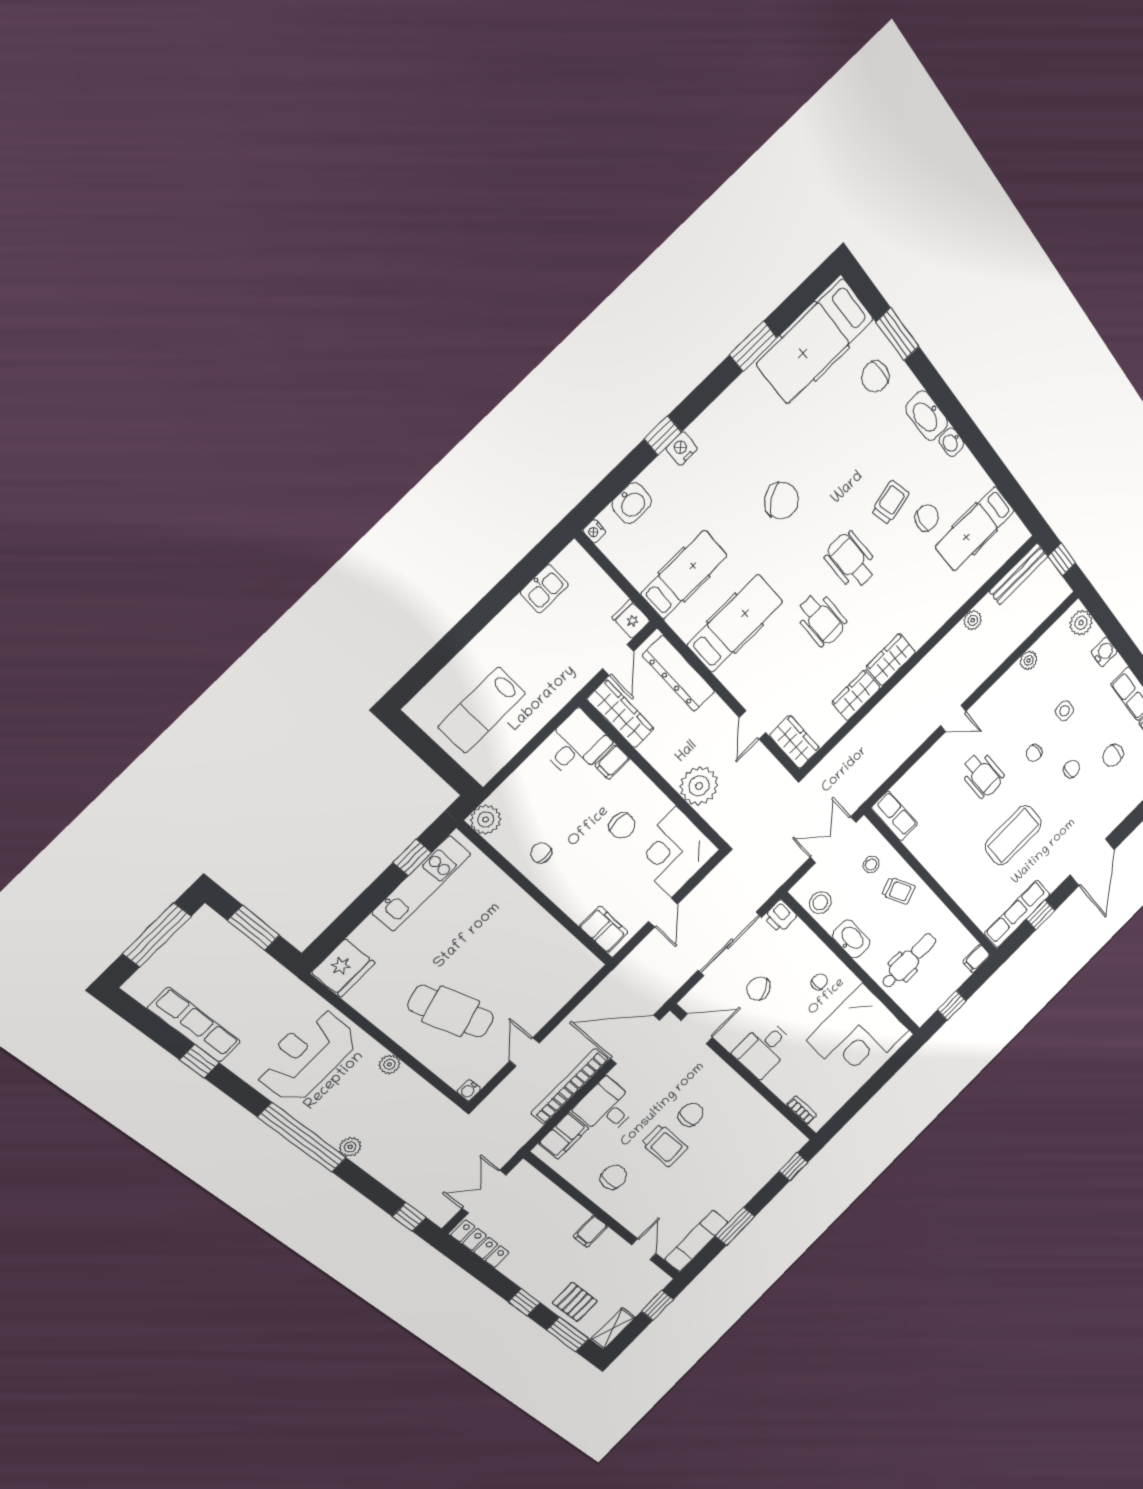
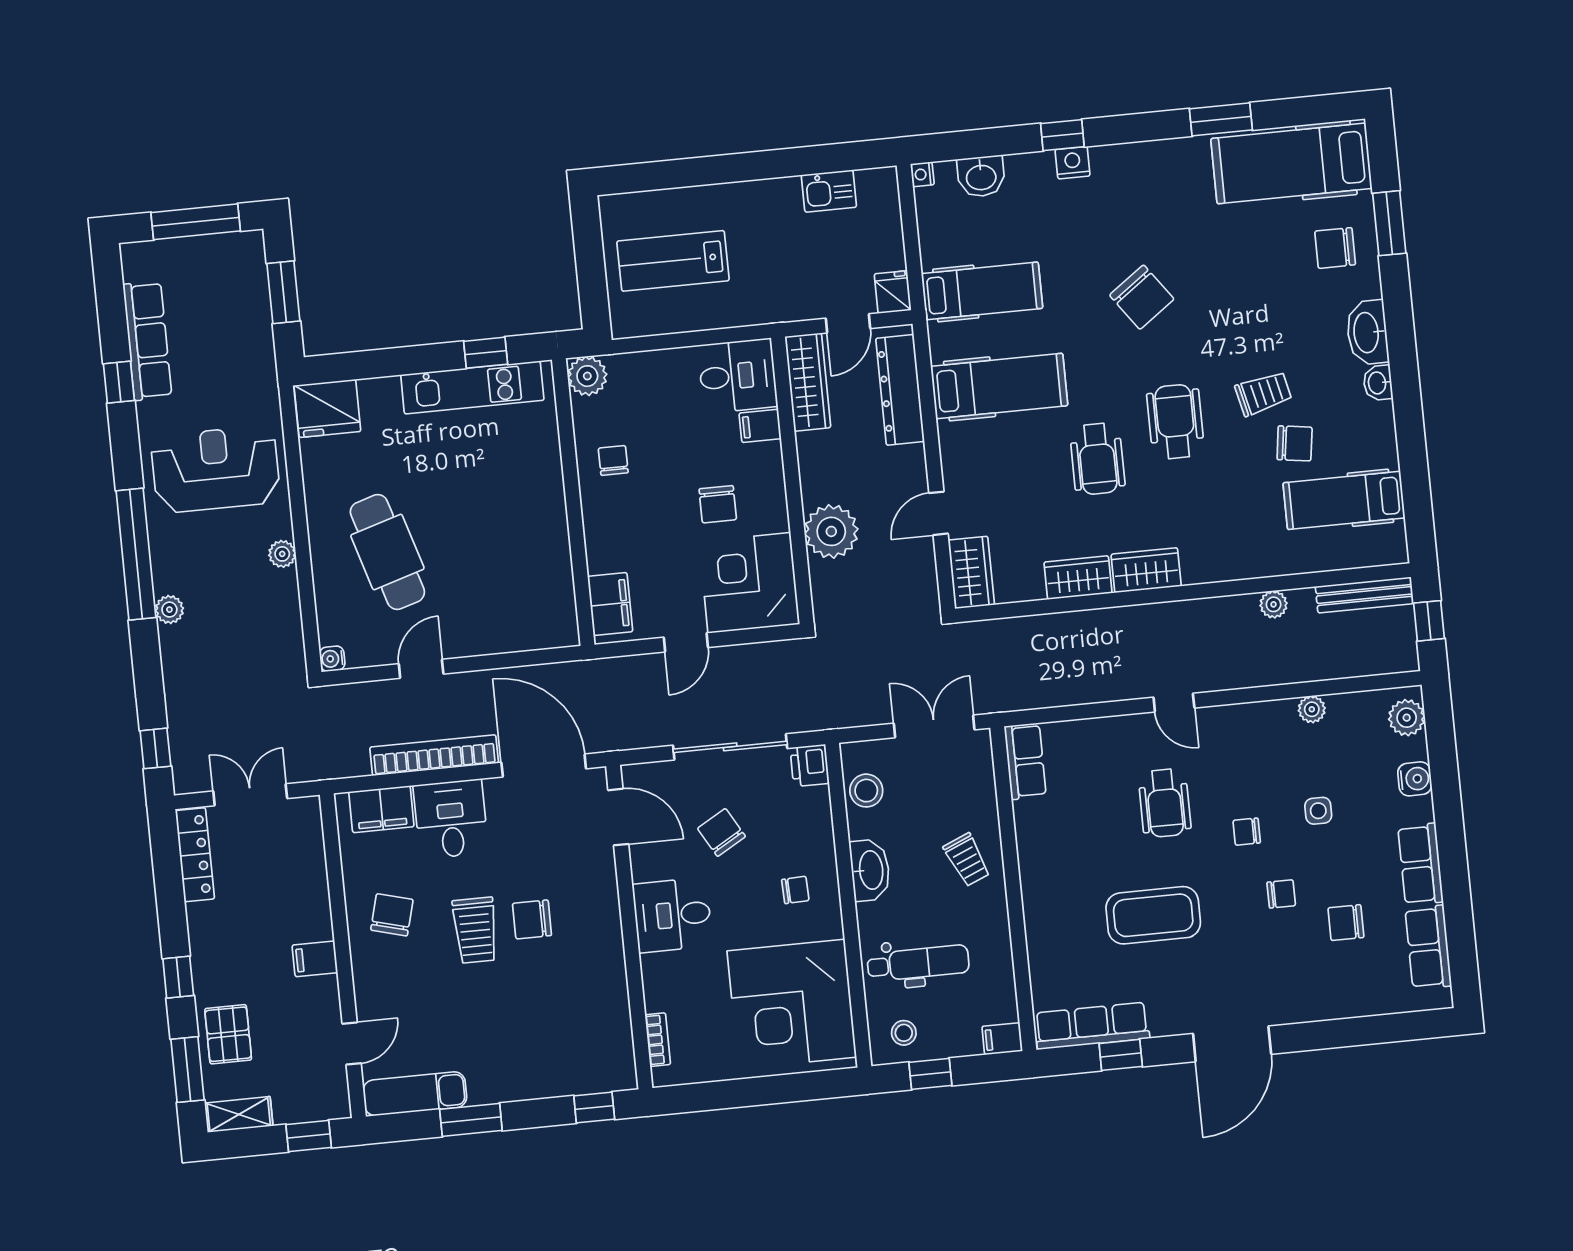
stool: (871, 864) -> (904, 1033), moved
chair: (691, 1115) -> (532, 919), turned 180
chair: (614, 1177) -> (392, 915), turned -75

